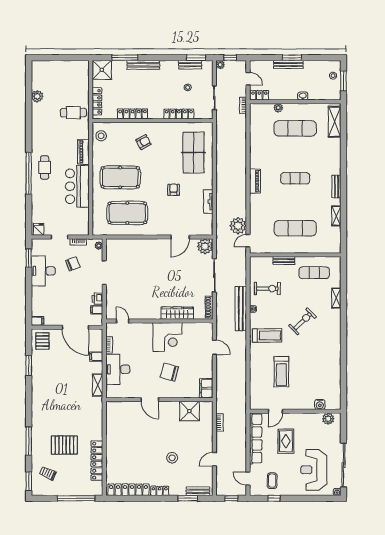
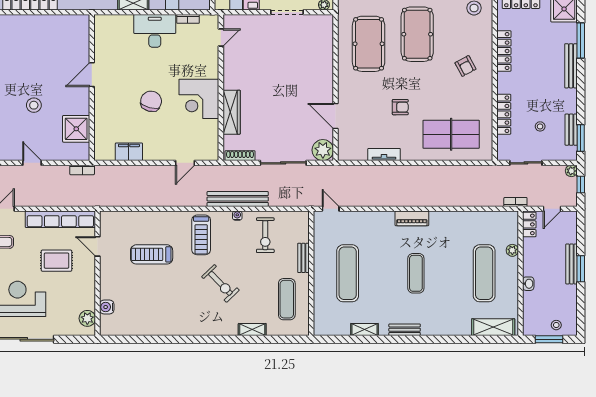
plant: (238, 226) -> (351, 195), removed
door: (150, 400) -> (92, 75), moved
wall: (159, 400) -> (92, 88), moved
shower: (189, 411) -> (76, 129), moved

